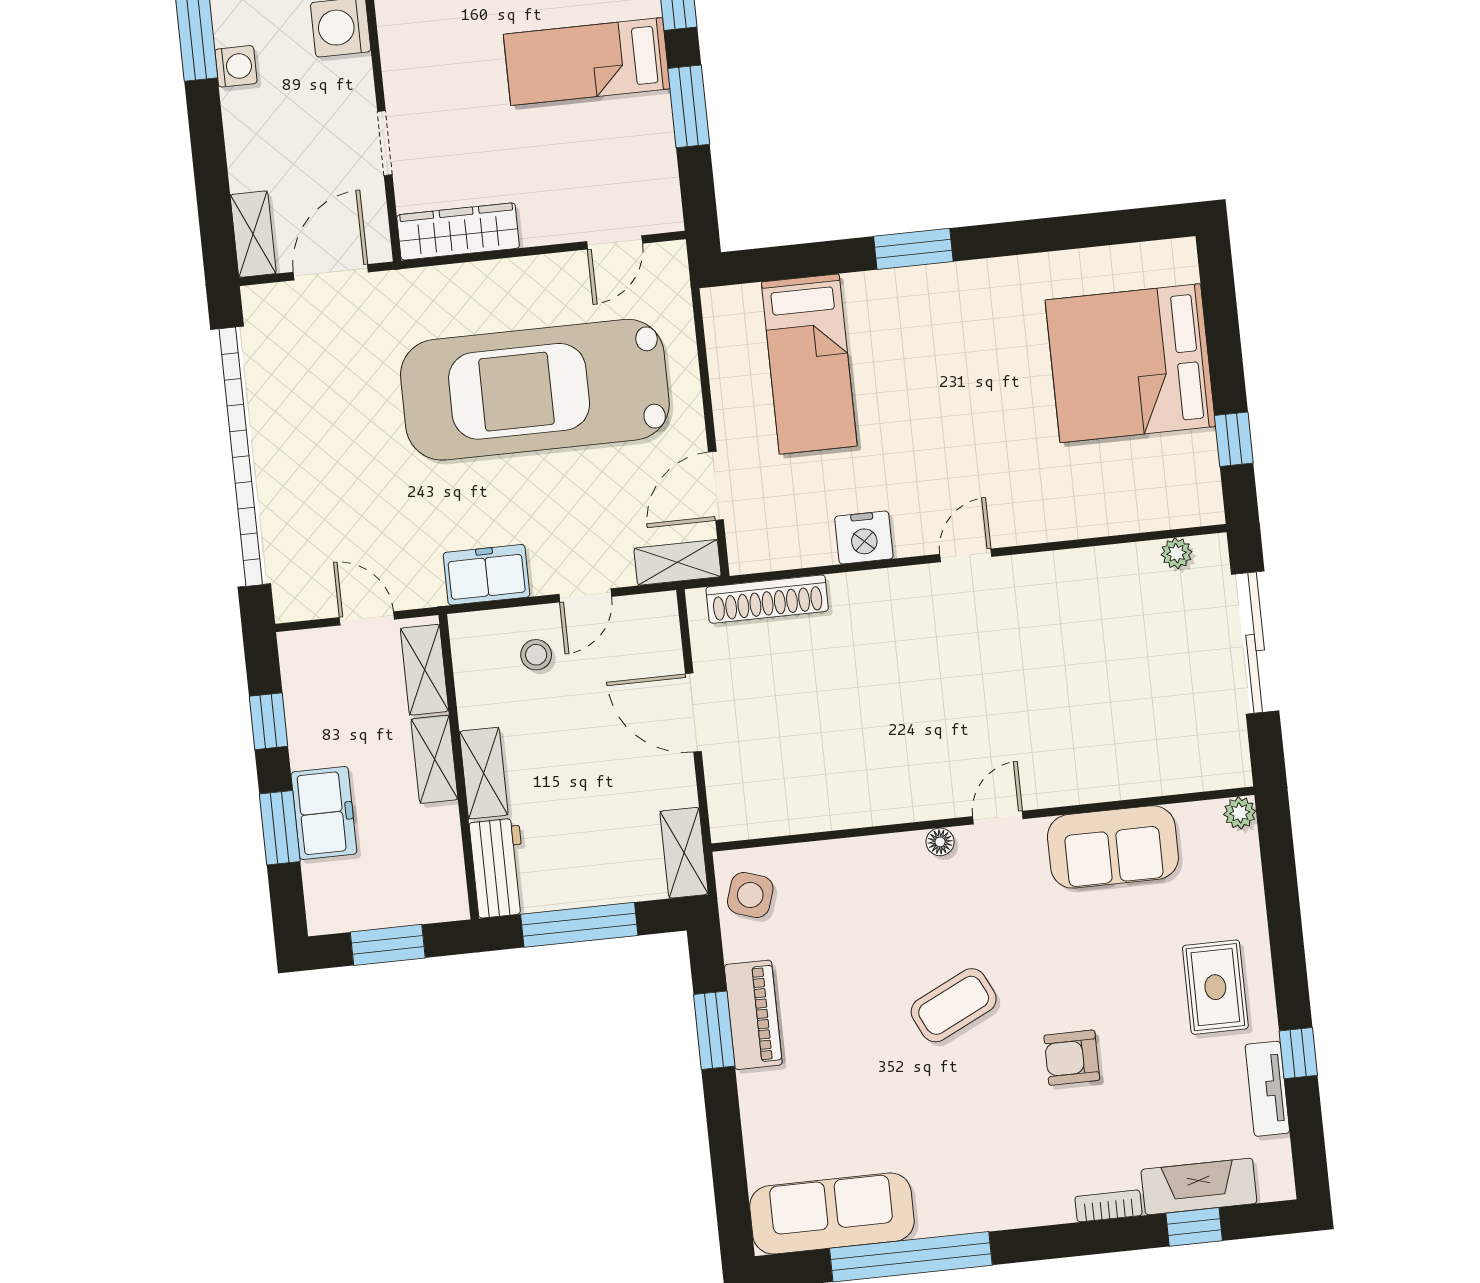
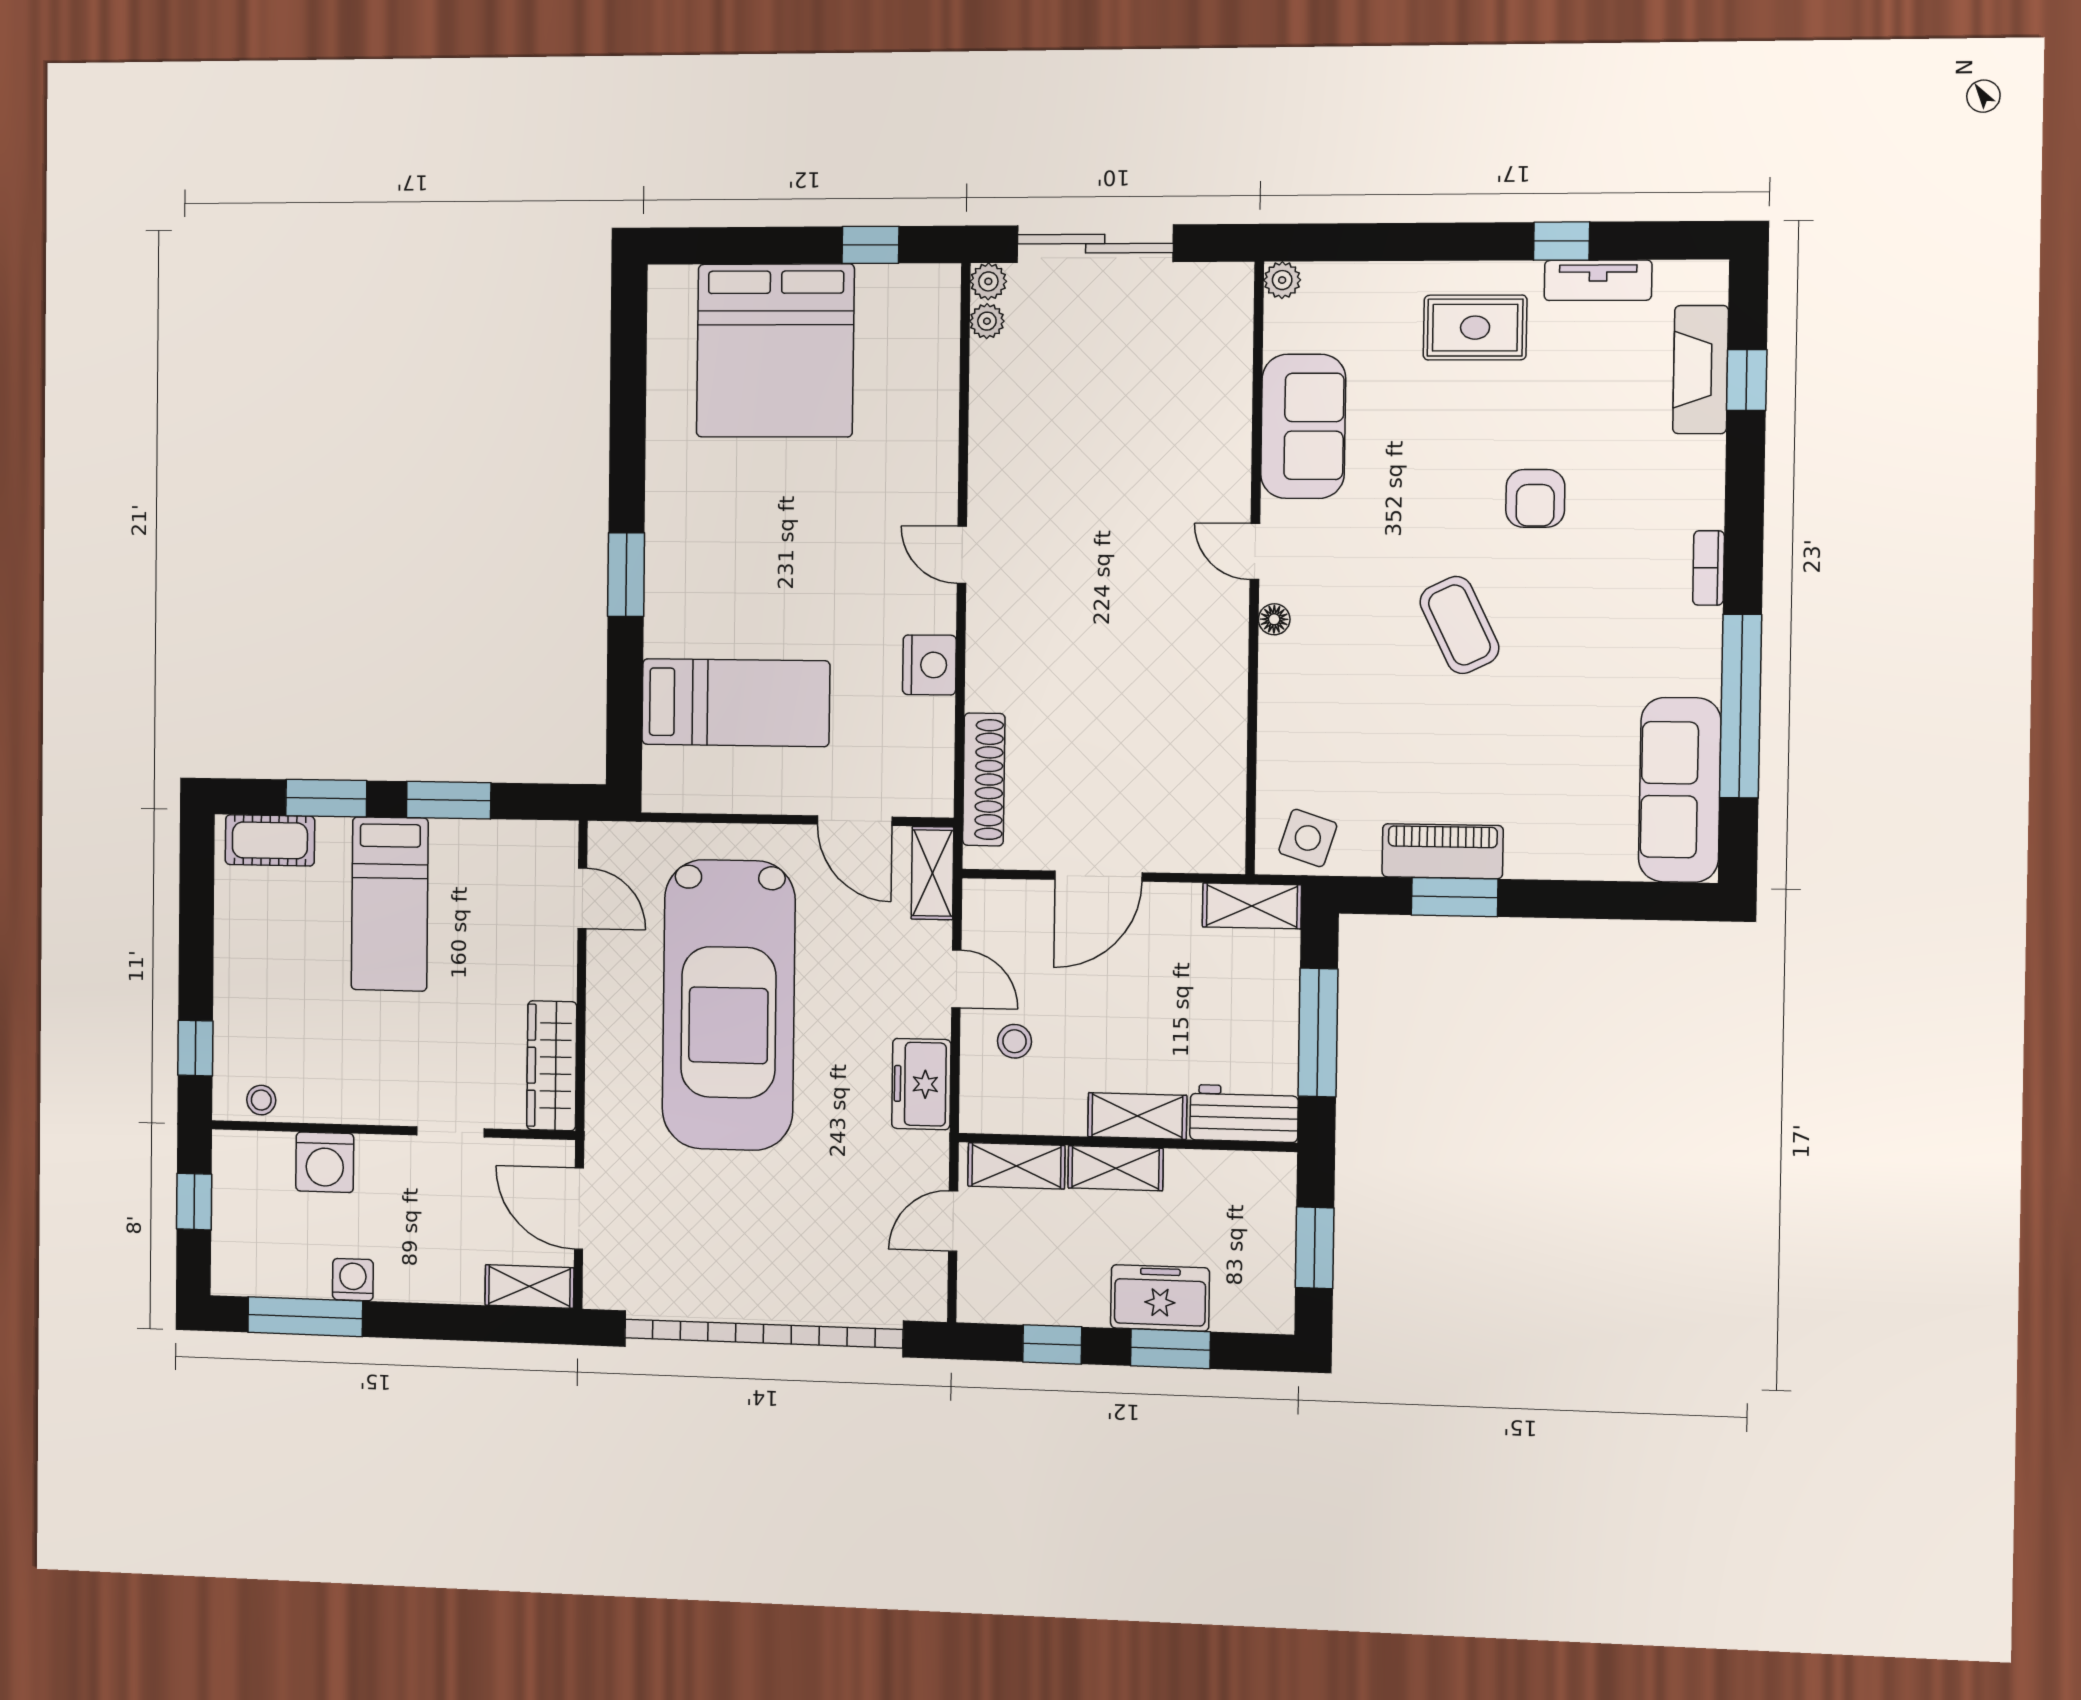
plant: (1212, 550) -> (988, 281), added
bookcase: (1109, 1206) -> (1709, 568), moved

